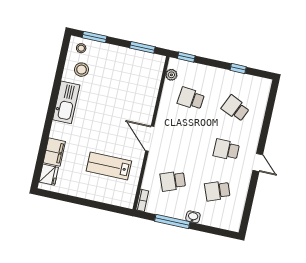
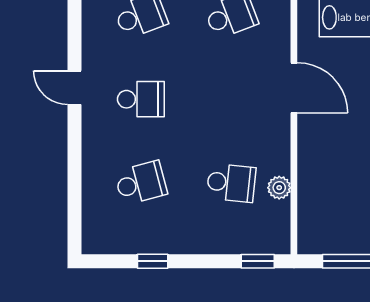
plant: (171, 75) -> (279, 188), moved
school desk: (235, 108) -> (141, 183), turned -39

